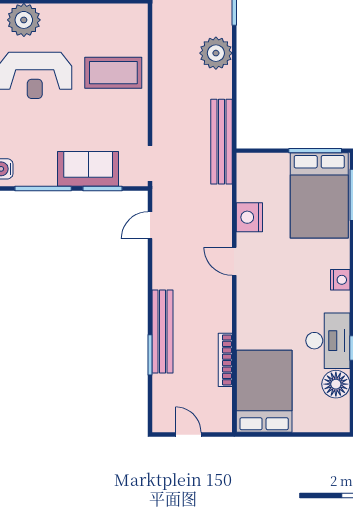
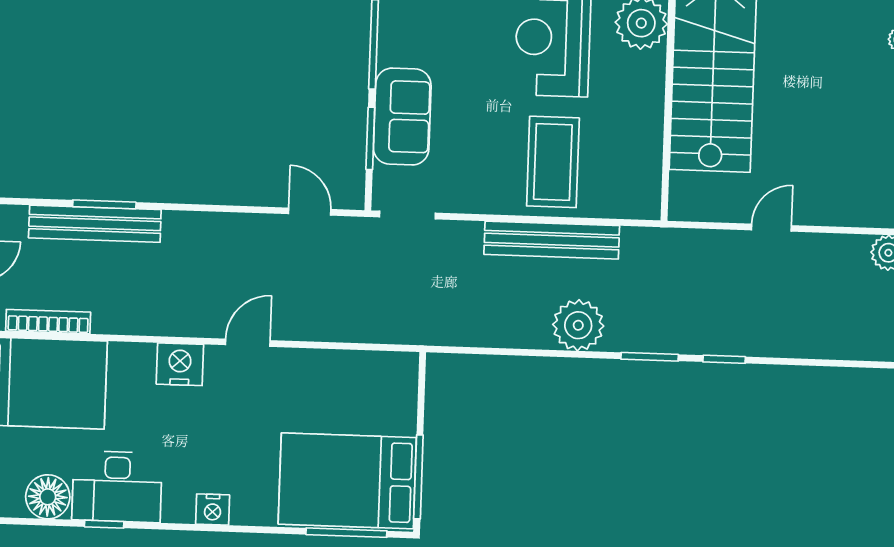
bench: (222, 142) -> (552, 240), moved
nightstand: (249, 217) -> (180, 364), moved
bench: (163, 332) -> (95, 224), moved
bookcase: (225, 360) -> (48, 322), moved

